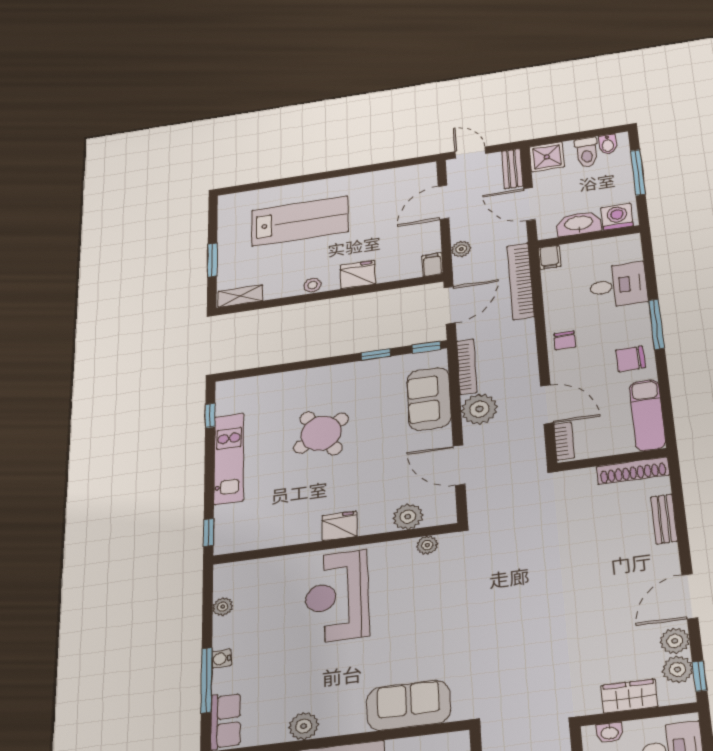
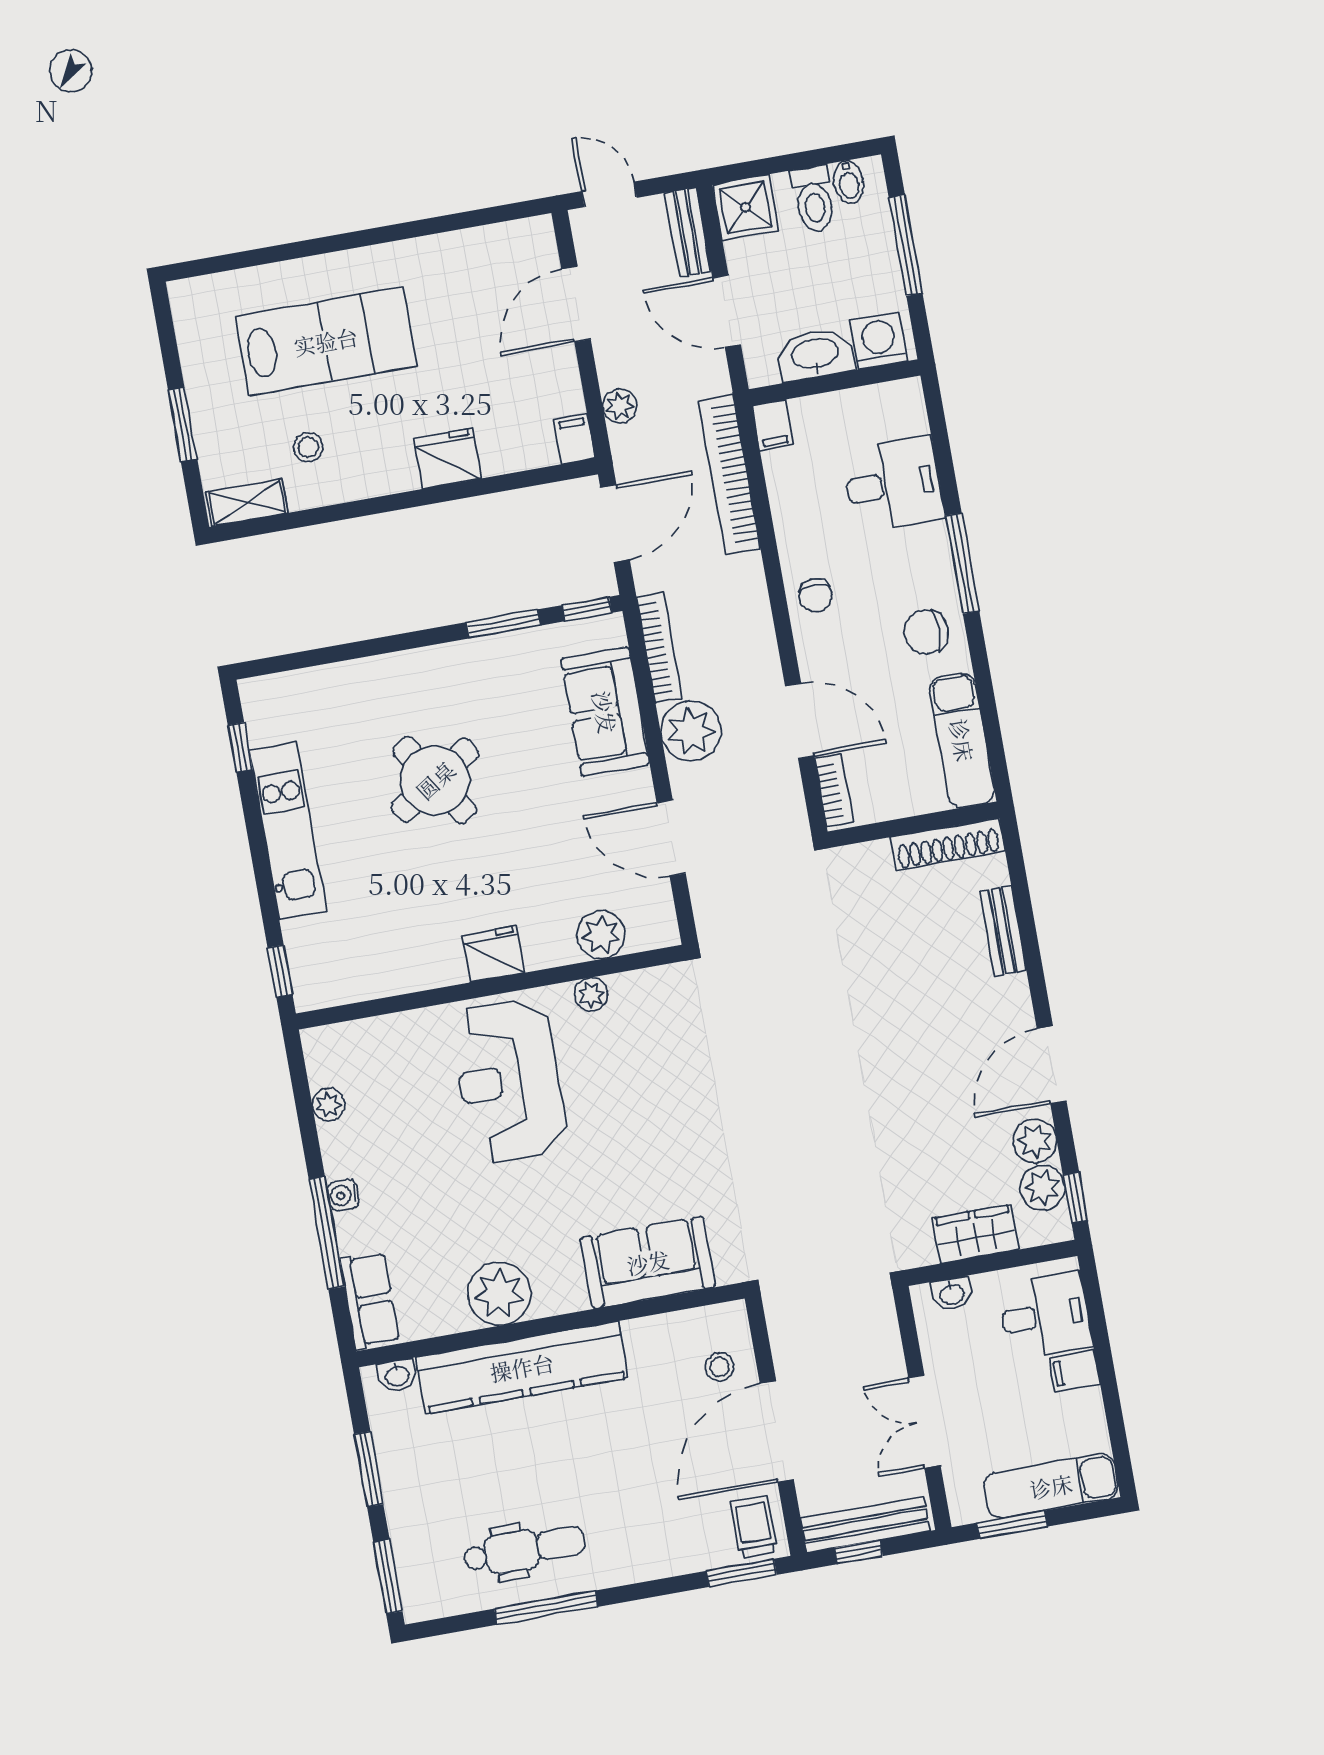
stool: (312, 285) -> (308, 447), moved
window: (376, 354) -> (503, 624), width x1.50
plant: (427, 545) -> (591, 994), moved
plant: (304, 726) -> (499, 1294), width x1.36, depth x1.36

